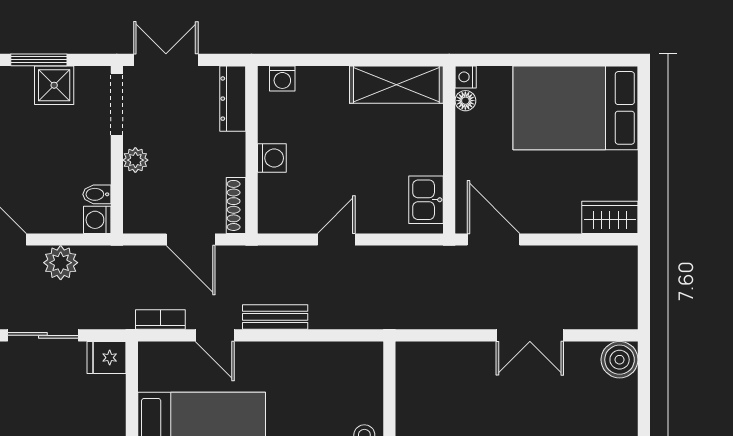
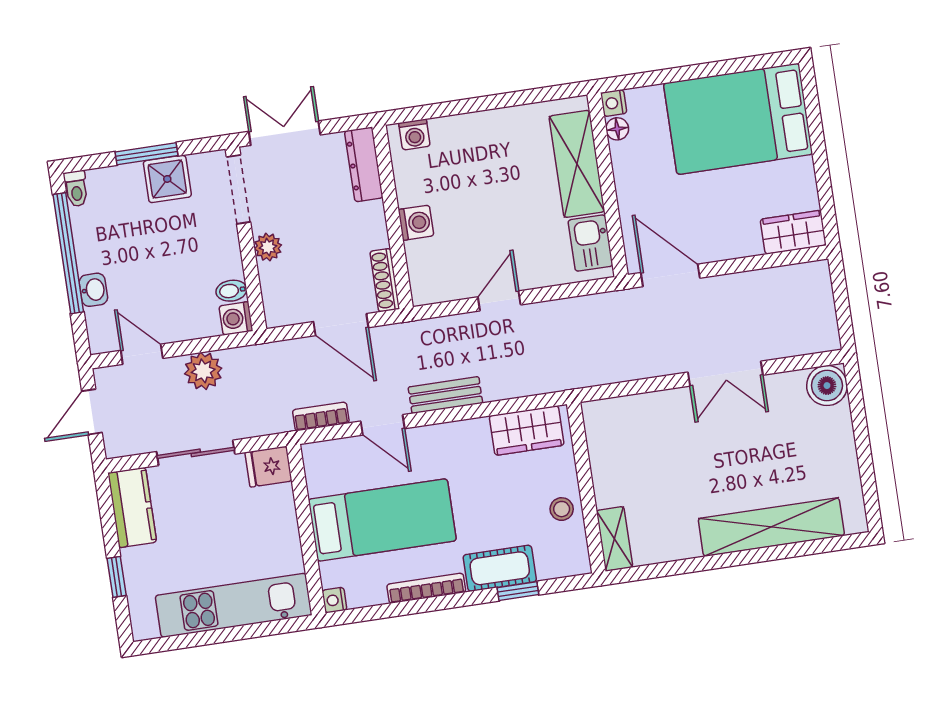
shelving: (396, 85) -> (577, 164), moved, turned 90
wardrobe: (343, 360) -> (527, 430), added

